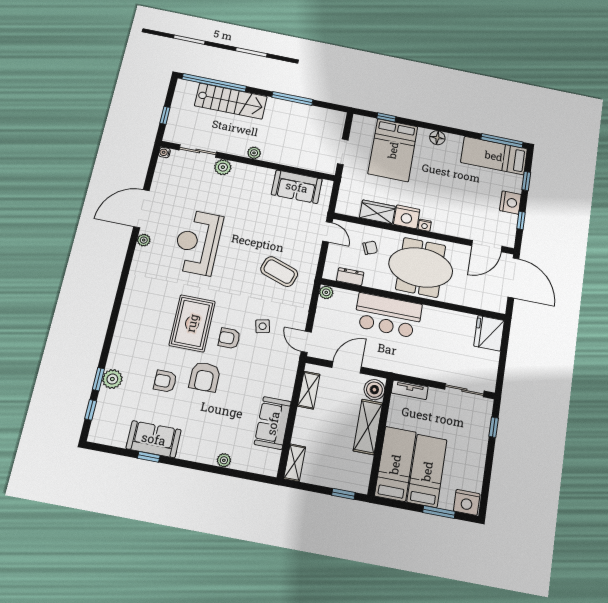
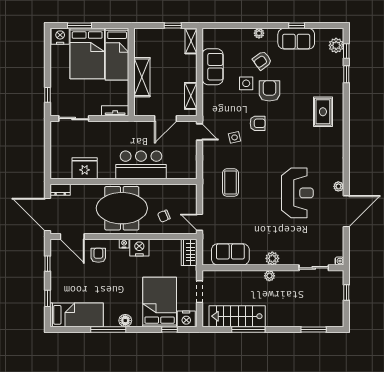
window: (214, 83) -> (314, 329), width x0.47
stairs: (231, 101) -> (237, 316), moved
window: (502, 141) -> (108, 329), moved
plant: (223, 167) -> (272, 258), moved
nightstand: (510, 203) -> (186, 319), moved, turned -90
wardrobe: (377, 212) -> (189, 252), moved, turned 90
armchair: (458, 218) -> (98, 255), added
door: (487, 246) -> (72, 236), swing flipped
coffee table: (279, 272) -> (231, 183), turned 71
dresser: (350, 277) -> (60, 190), moved
plant: (326, 292) -> (191, 173), removed
rug: (192, 323) -> (323, 112), moved, width x0.73, depth x0.70
fridge: (489, 333) -> (85, 168), moved, turned -90
plant: (112, 379) -> (336, 45), moved
armchair: (165, 381) -> (262, 60), moved, turned 144
boiler: (374, 390) -> (142, 106), removed
side table: (233, 393) -> (246, 83), added
plant: (224, 460) -> (259, 33), moved
bed: (427, 471) -> (87, 53), width x1.50
window: (343, 494) -> (173, 26), moved

